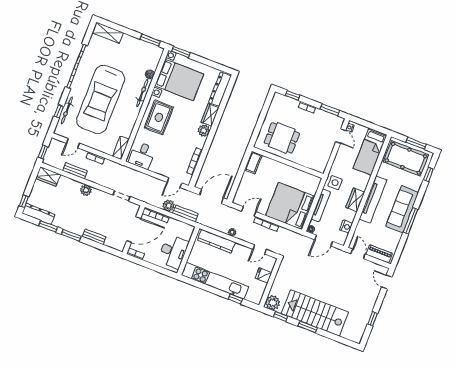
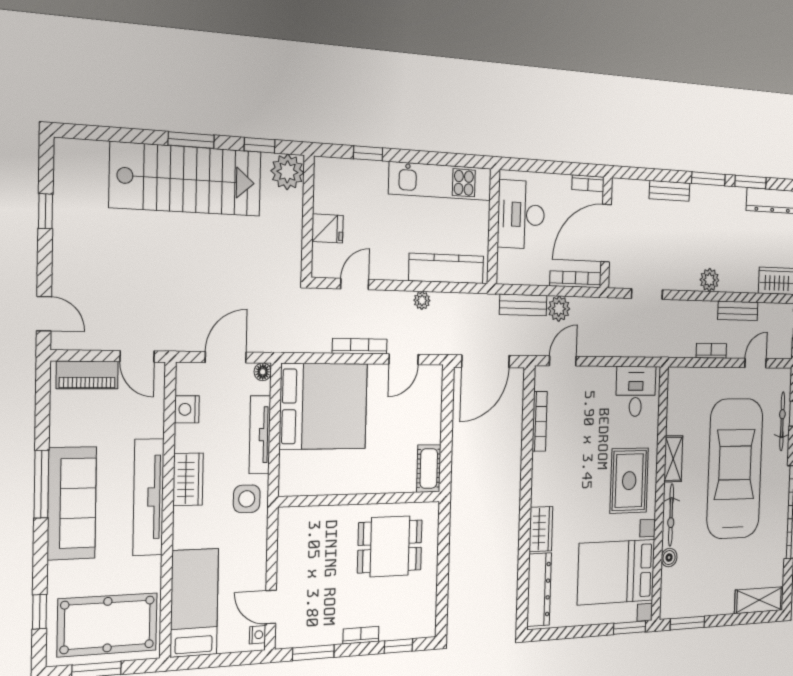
plant: (204, 131) -> (542, 492), removed
shelving: (121, 148) -> (673, 459), moved
kitchen unit: (215, 281) -> (441, 181), width x0.73

